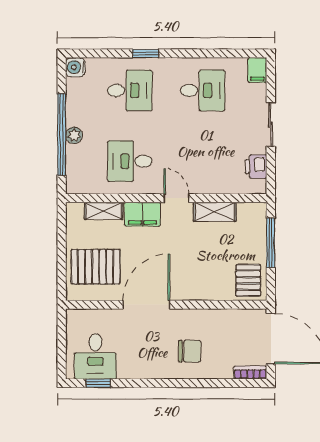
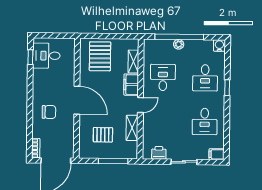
pallet: (248, 280) -> (103, 135), moved
door: (146, 305) -> (77, 100), moved
chair: (190, 351) -> (49, 112), turned -90

